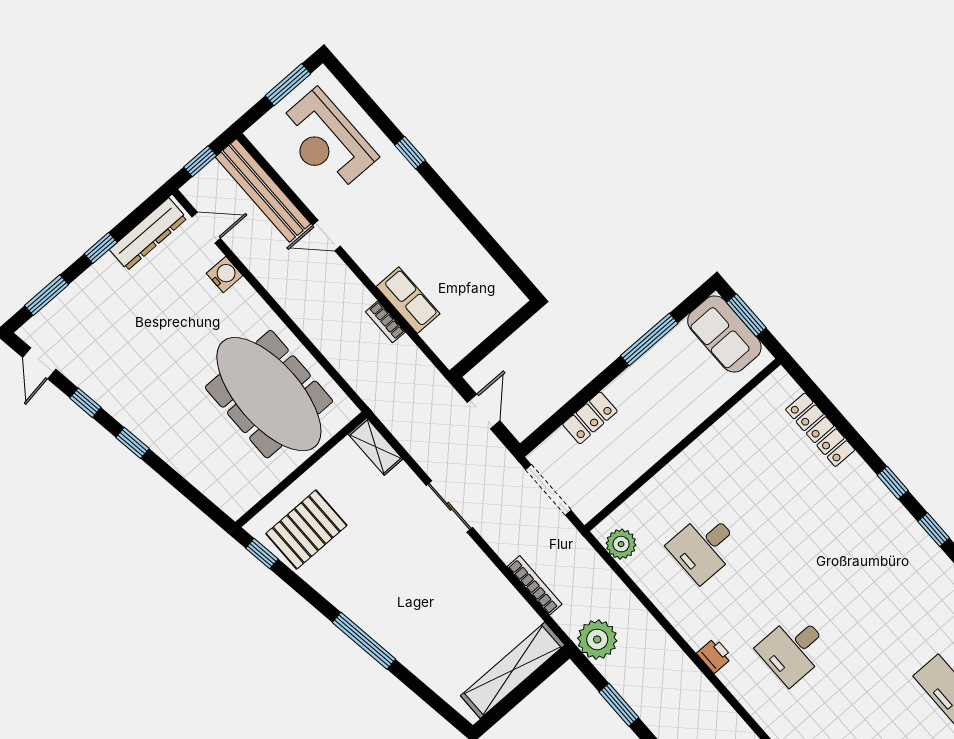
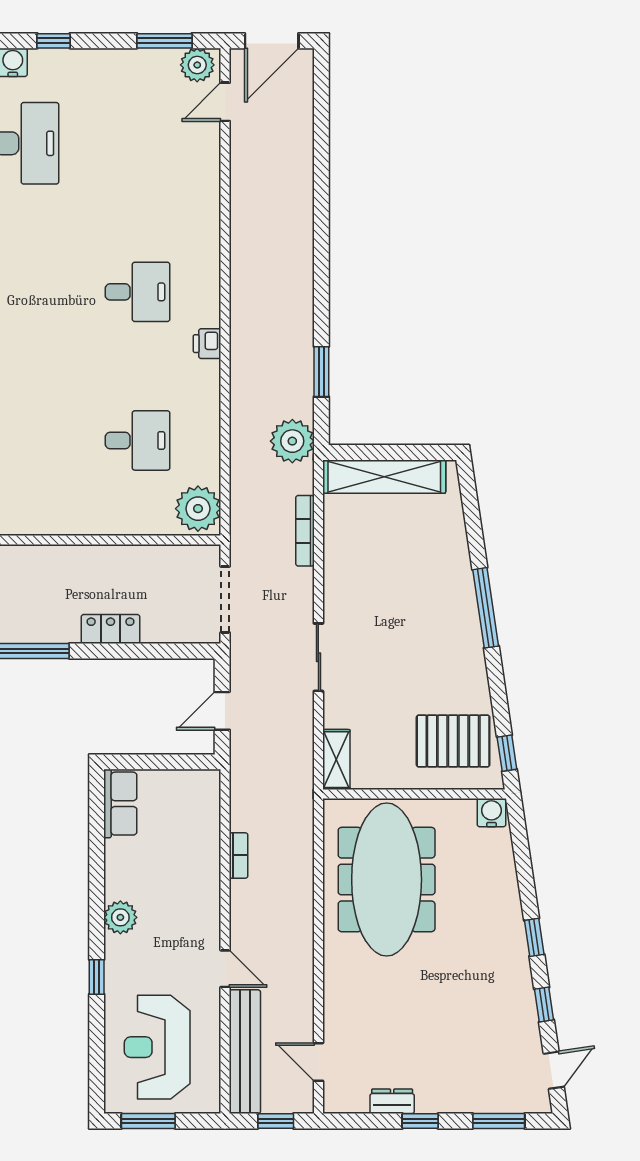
reception desk: (326, 141) -> (157, 1047), turned 180
plant: (429, 208) -> (120, 917), added
dresser: (148, 234) -> (392, 1101), width x0.51, depth x0.80
water cooler: (225, 274) -> (491, 813), moved, turned 90
row of seats: (408, 300) -> (120, 804), moved, turned 180
locker: (590, 418) -> (111, 629), moved
plant: (621, 544) -> (198, 509), width x1.36, depth x1.36

